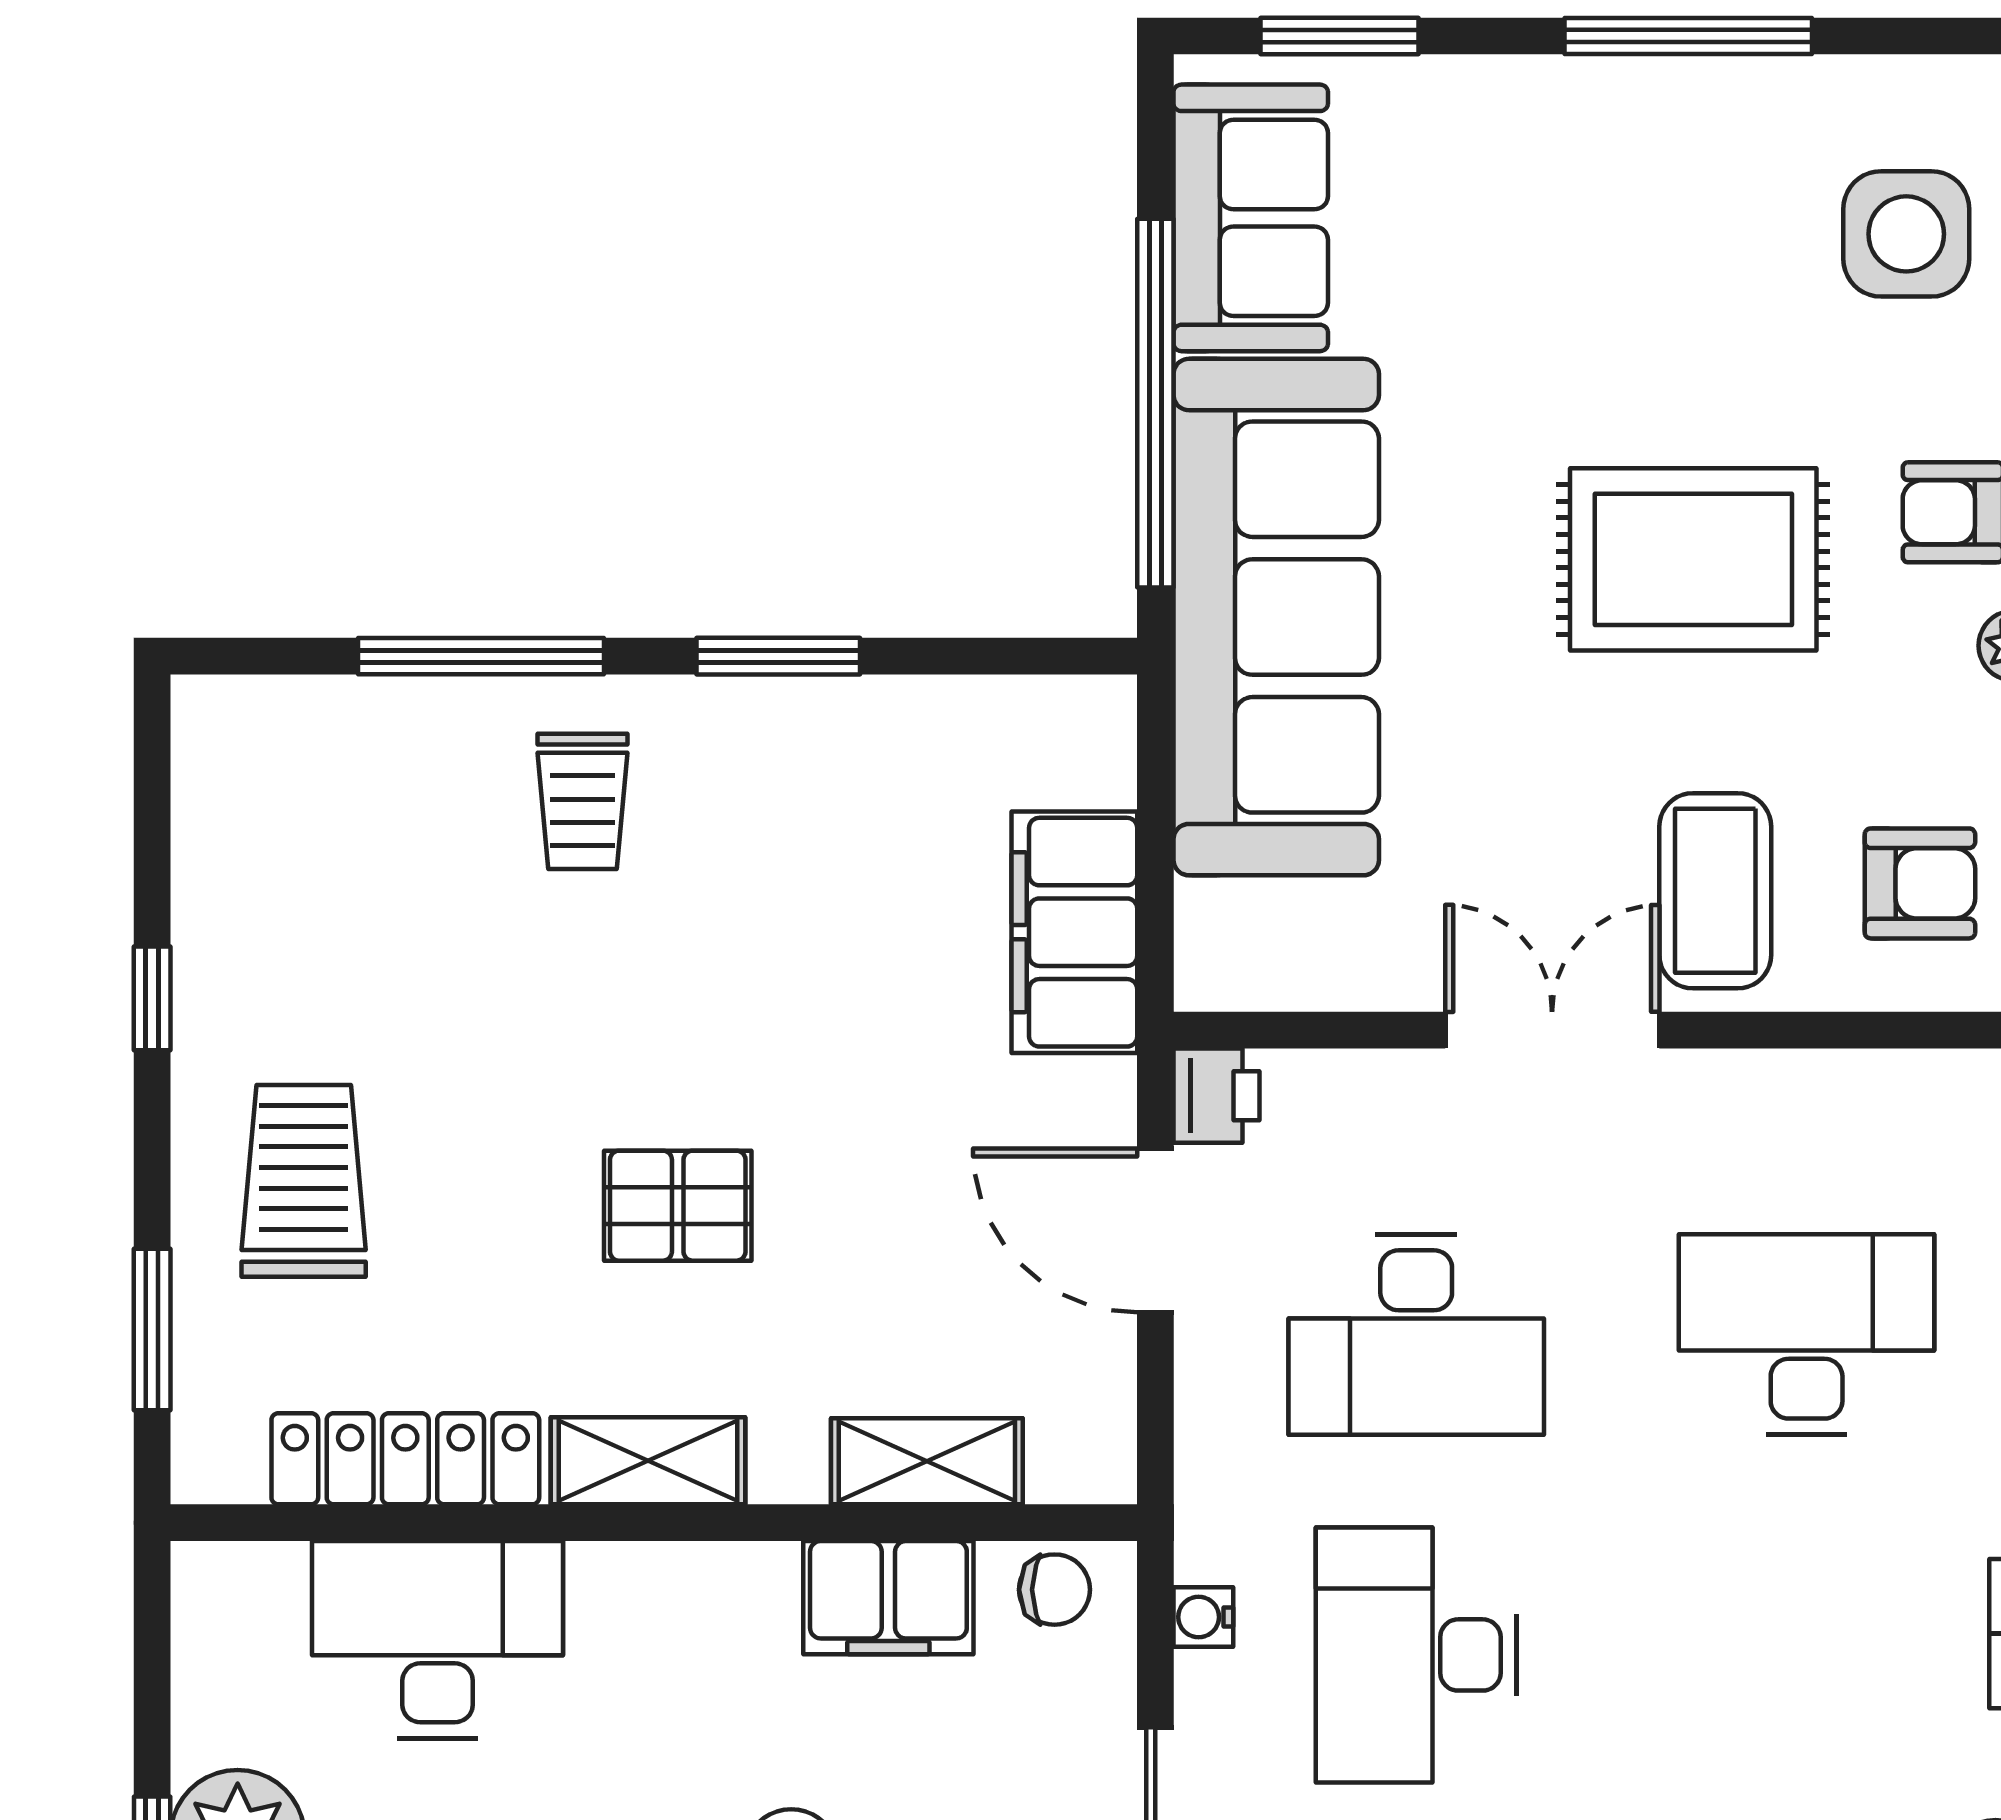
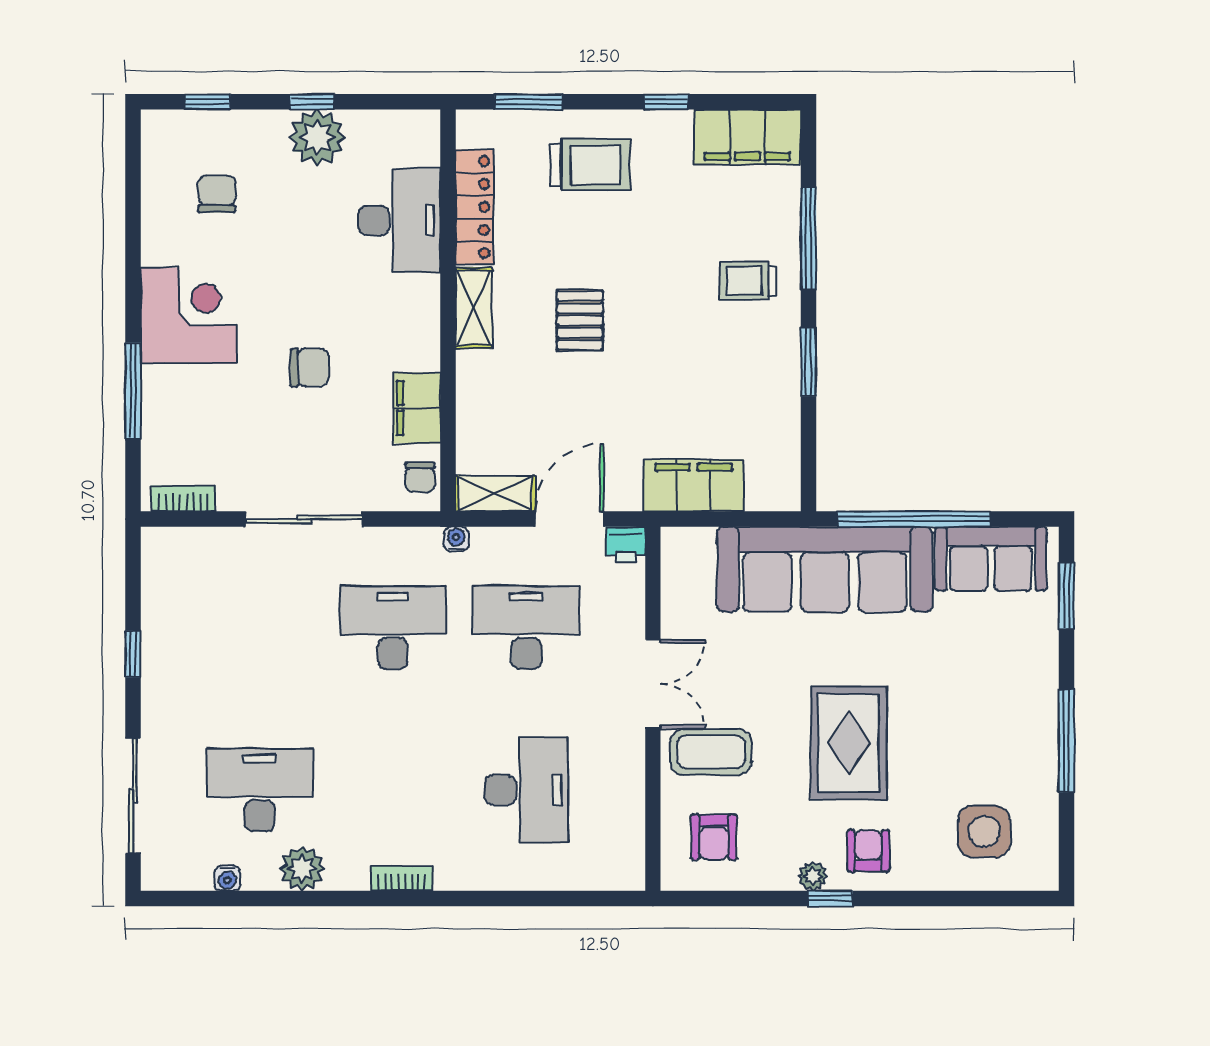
filing cabinet: (237, 803) -> (747, 137), added
desk: (1416, 1334) -> (526, 628), turned 90
shelving: (927, 1461) -> (495, 494), moved, turned 90
water cooler: (1203, 1617) -> (456, 539), moved

